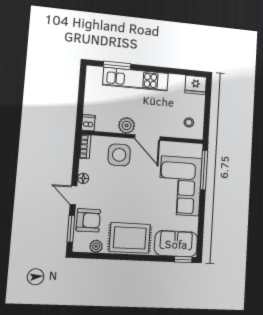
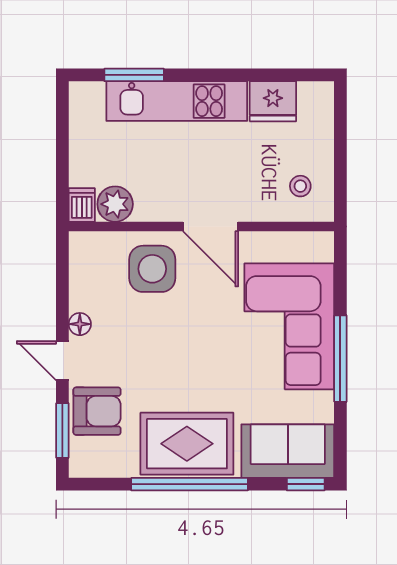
fridge: (196, 85) -> (273, 101), moved
plant: (127, 125) -> (115, 204), moved
bookcase: (85, 147) -> (79, 257), removed
window: (204, 170) -> (340, 359), moved
plant: (96, 246) -> (117, 465), removed
window: (130, 257) -> (190, 484), added

